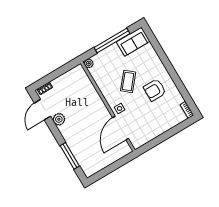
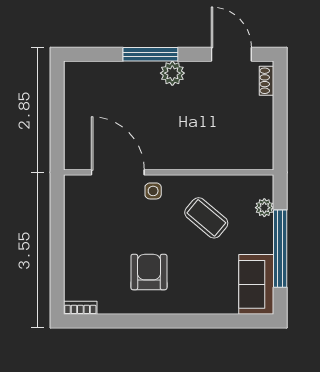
plant: (89, 63) -> (264, 208), moved
coffee table: (128, 81) -> (206, 218), moved
plant: (59, 119) -> (172, 73), moved
window: (70, 156) -> (150, 54), moved

